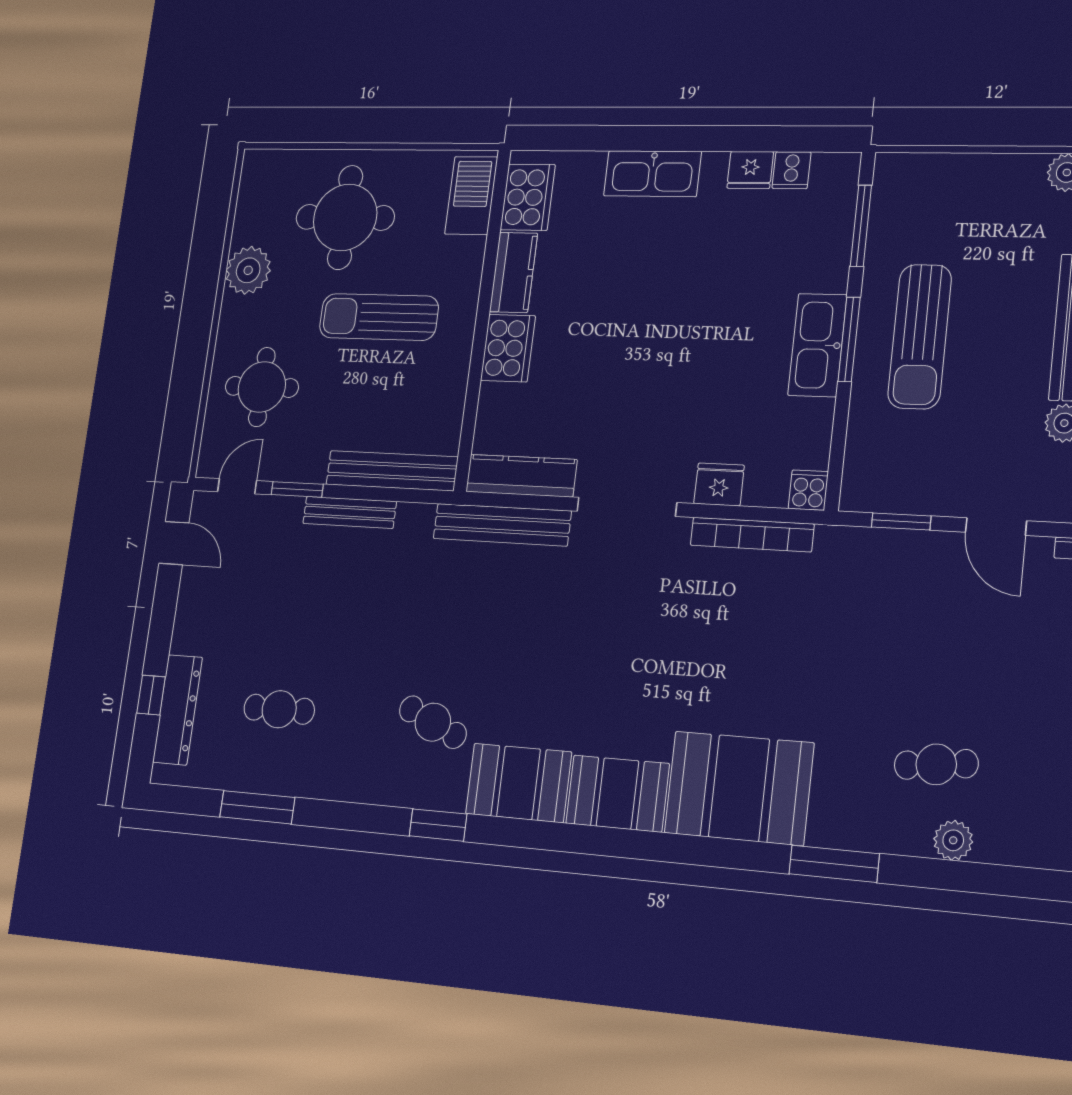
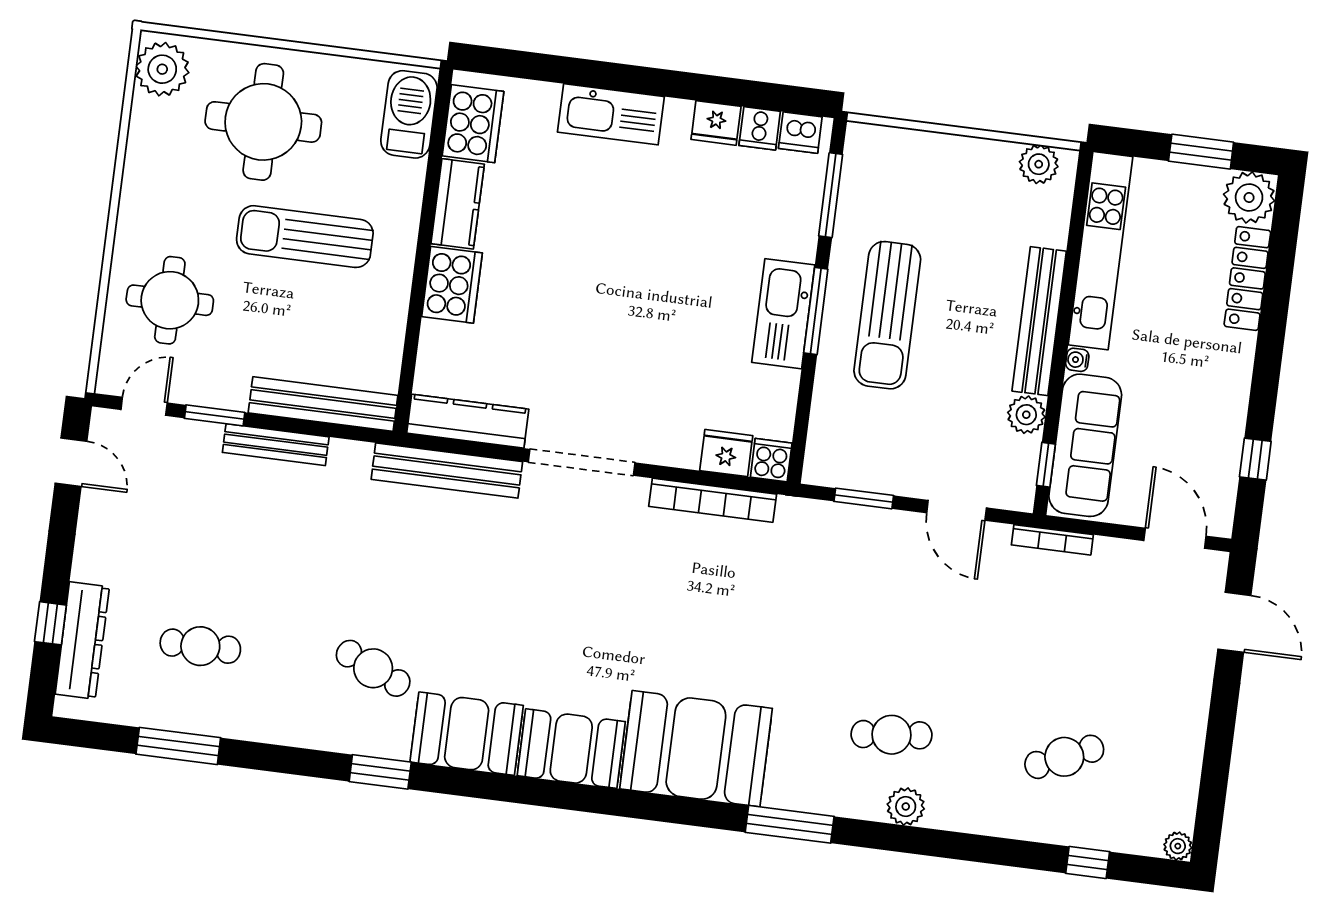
dishwasher: (830, 170) -> (800, 133), added
plant: (248, 270) -> (162, 69), moved
fridge: (719, 484) -> (726, 453), moved

